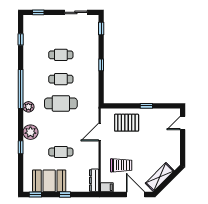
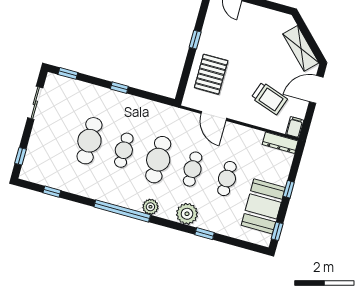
cafe table: (61, 55) -> (89, 141), width x1.37, depth x1.35
cafe table: (61, 128) -> (193, 169), added
trolley: (121, 165) -> (269, 98), turned 109

